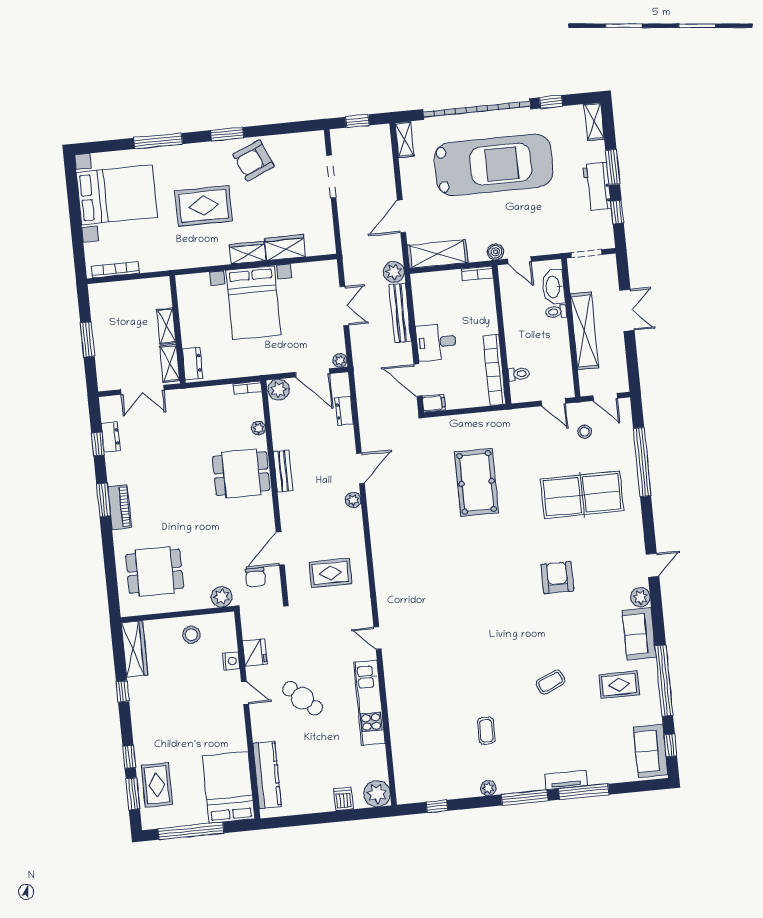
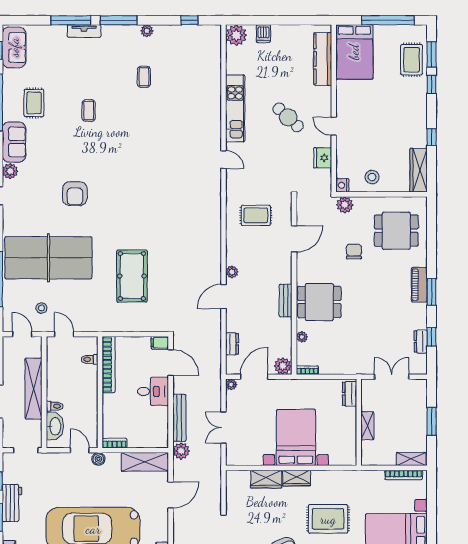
shelving: (170, 363) -> (411, 459), moved, turned 90
door: (313, 373) -> (254, 377), hinge flipped
table tennis table: (582, 495) -> (48, 258), width x1.36, depth x1.32
chair: (255, 577) -> (354, 251), moved
nightstand: (231, 661) -> (342, 185), moved
coffee table: (551, 682) -> (89, 111), turned -66
rug: (619, 685) -> (34, 103), turned 90

